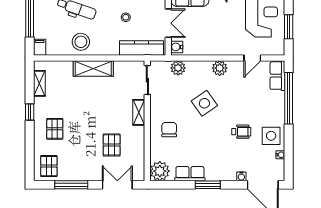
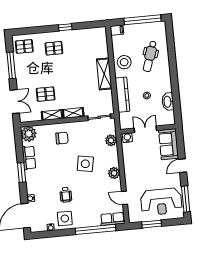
double door: (168, 23) -> (145, 129), swing flipped
kitchen counter: (142, 48) -> (122, 95), moved
shelving: (39, 83) -> (52, 115), moved
side table: (204, 103) -> (85, 164), turned 45

